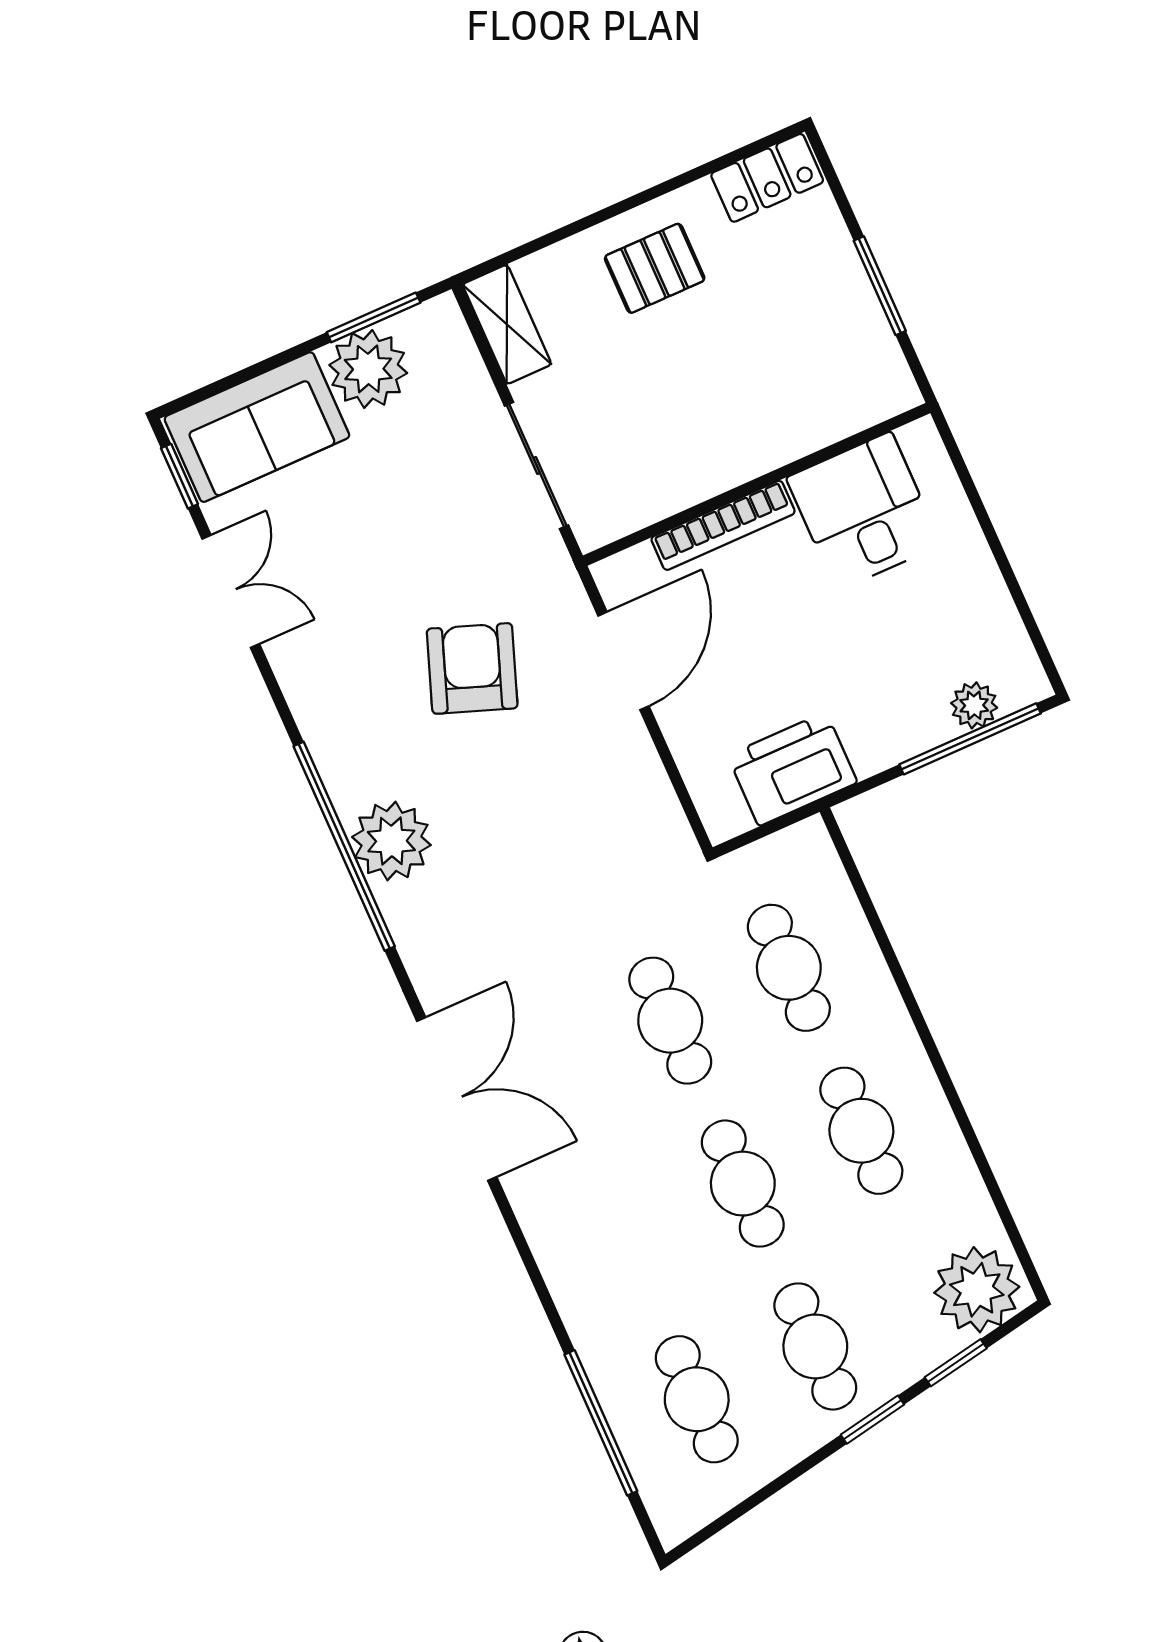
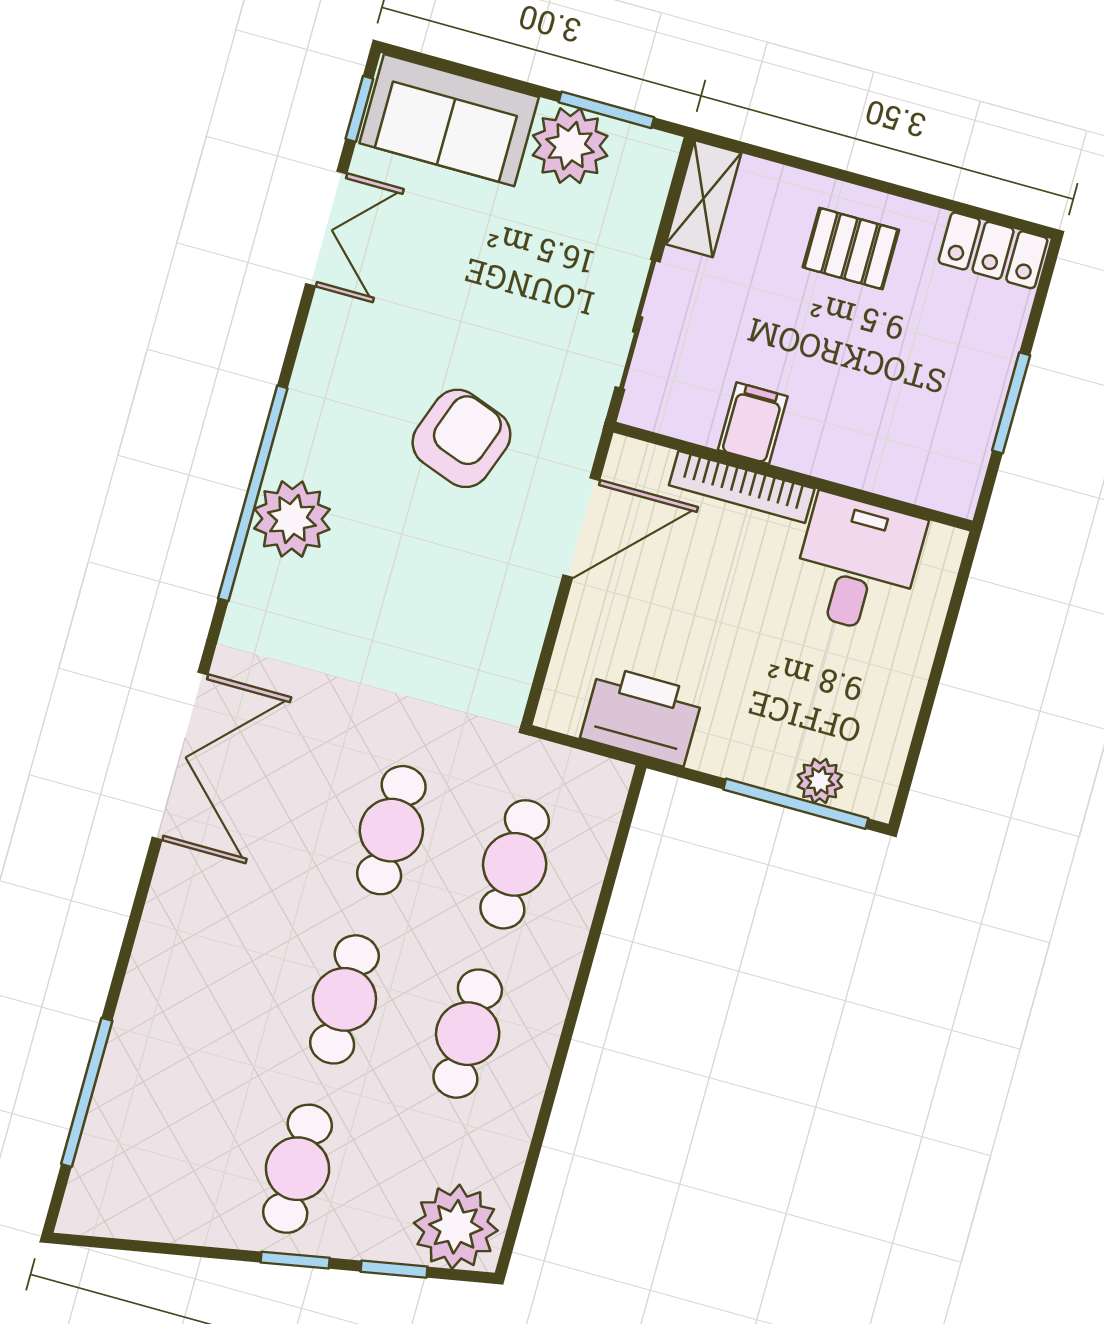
filing cabinet: (690, 468) -> (753, 423), added
cafe table: (697, 1399) -> (174, 1135), removed

